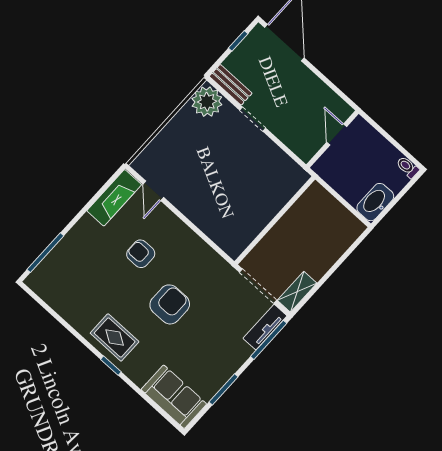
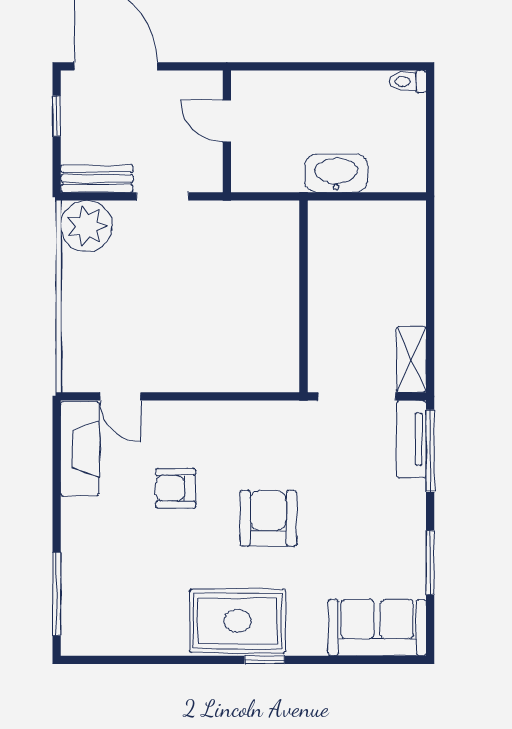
door: (337, 134) -> (227, 121), moved
wall: (332, 139) -> (227, 131), moved
washbasin: (375, 202) -> (336, 173), moved, turned 90
rug: (115, 337) -> (237, 621), width x1.36, depth x1.43

